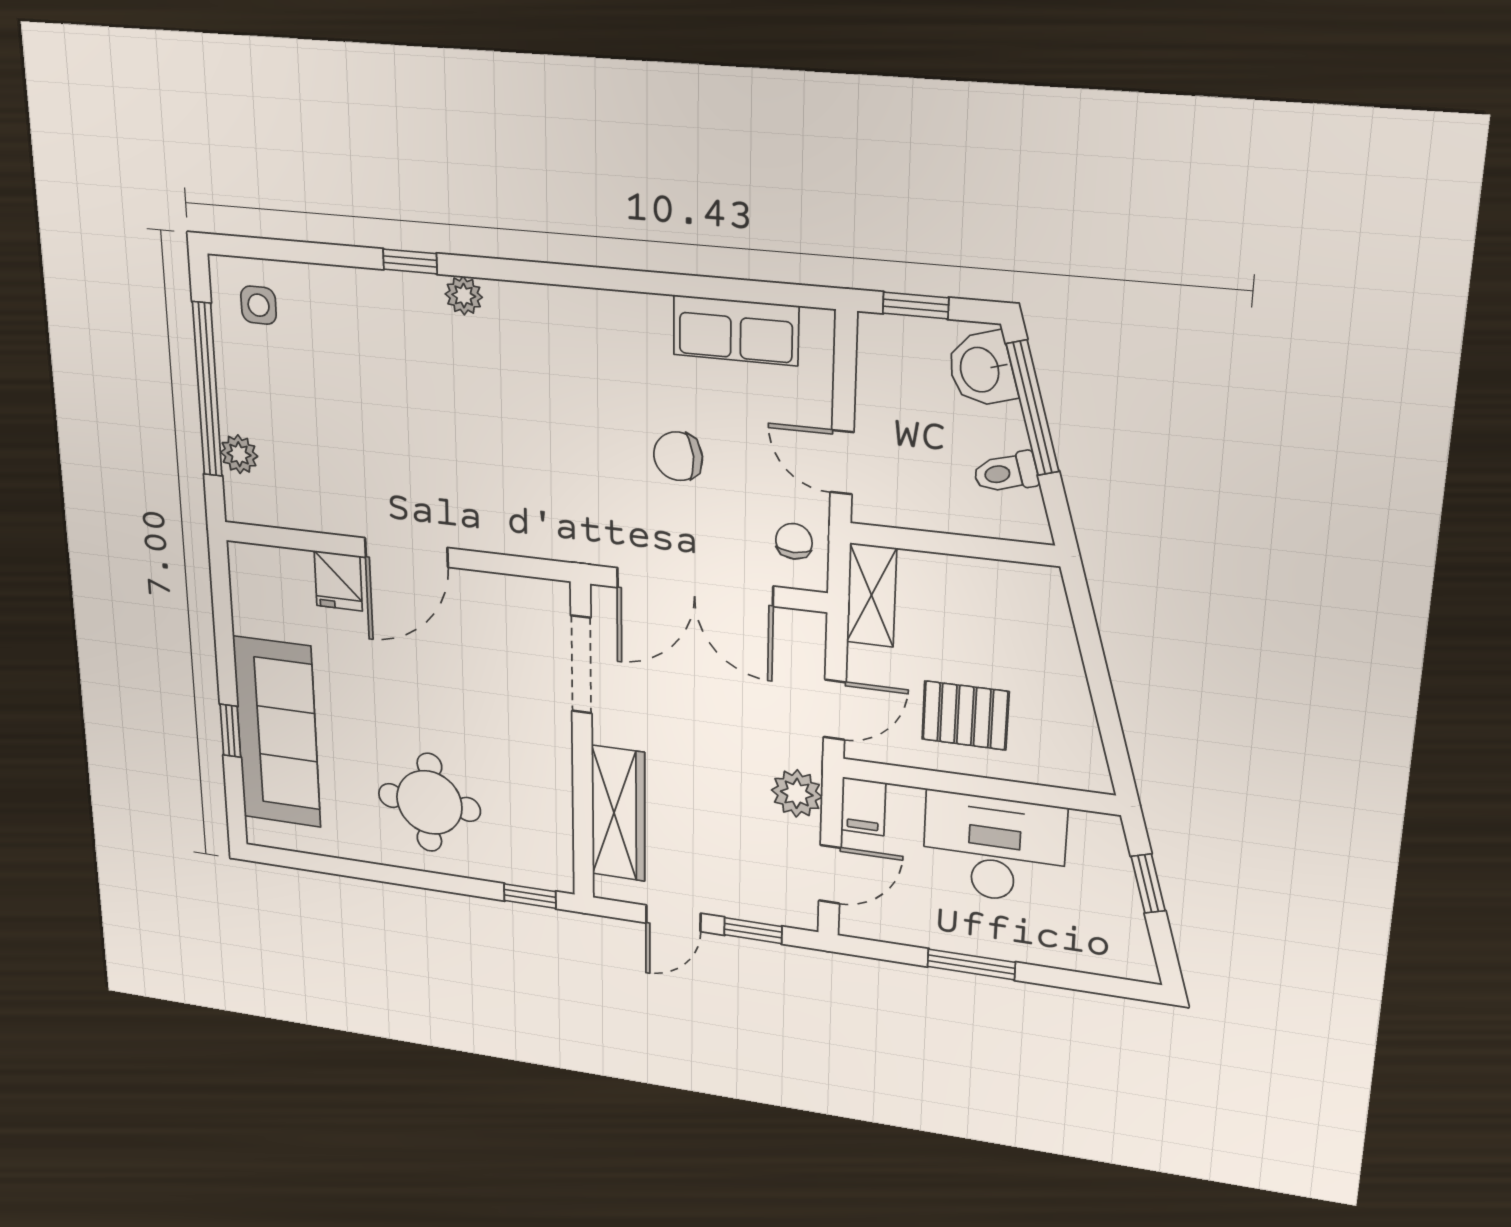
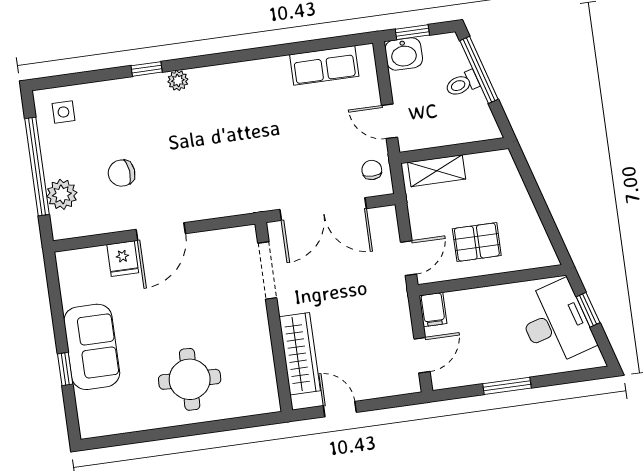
washbasin: (981, 369) -> (404, 54), moved, turned -73
plant: (239, 454) -> (62, 194), width x1.38, depth x1.38
chair: (678, 456) -> (122, 173), moved
toilet: (1006, 473) -> (462, 84), moved
shelving: (872, 595) -> (437, 171), moved, turned 90
sofa: (277, 732) -> (92, 347), width x0.73
plant: (797, 793) -> (396, 312), removed
desk: (994, 848) -> (556, 323), moved, turned 73
window: (530, 896) -> (256, 421), removed
door: (673, 918) -> (340, 409), swing flipped
window: (753, 931) -> (386, 403), removed

